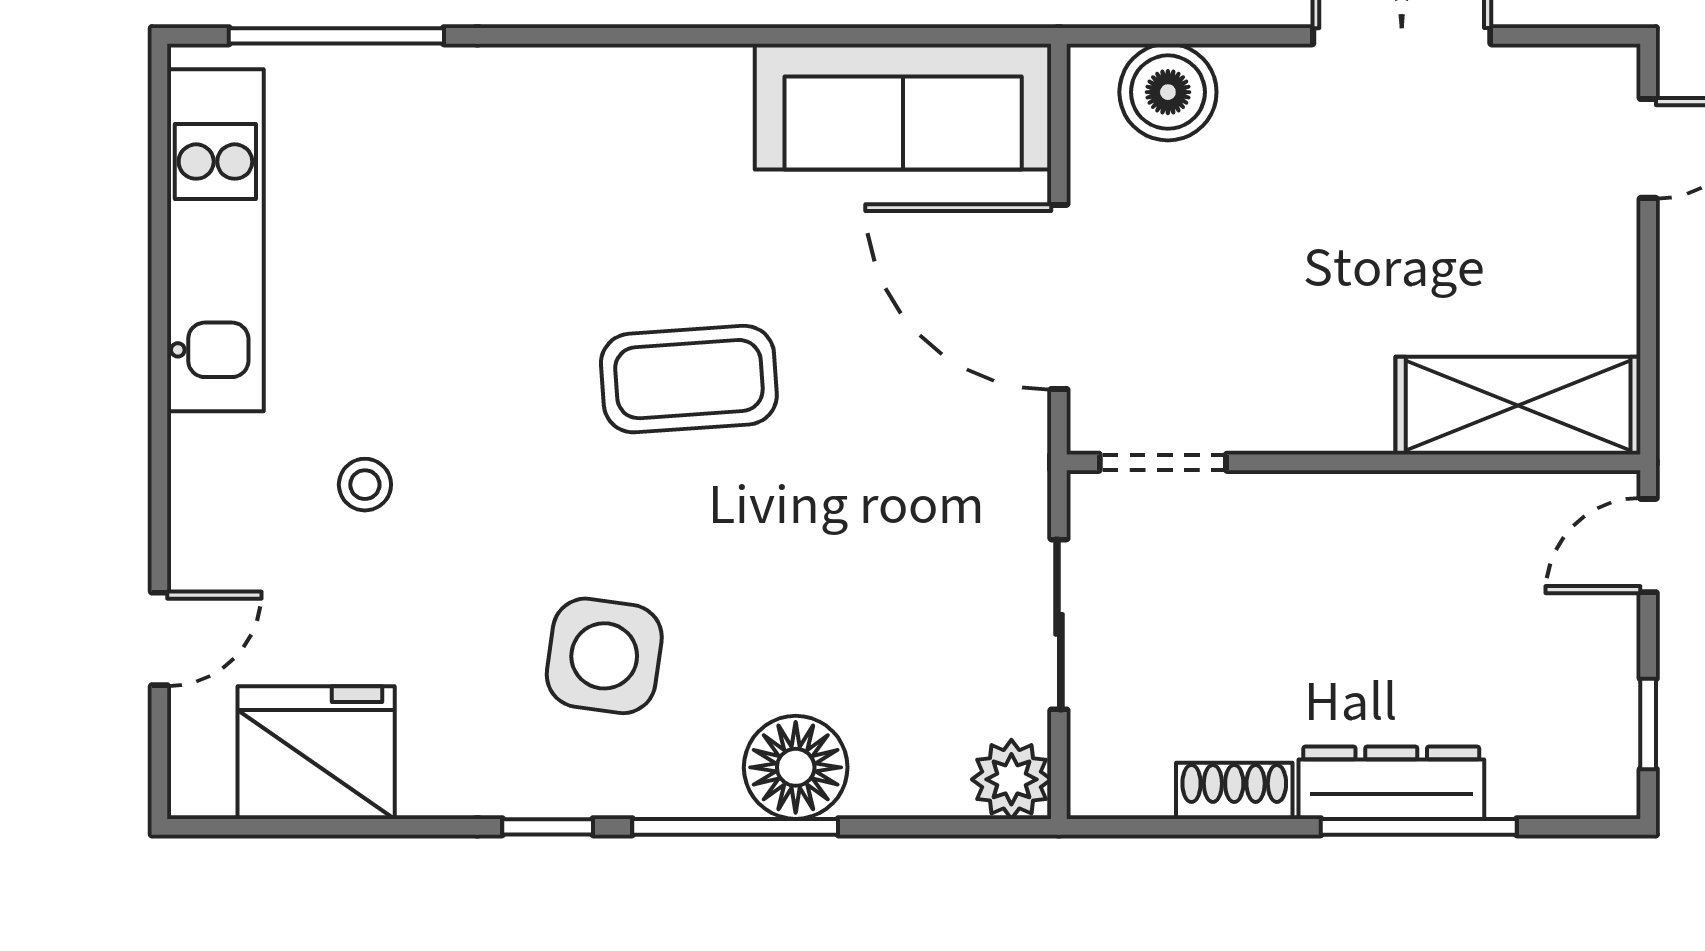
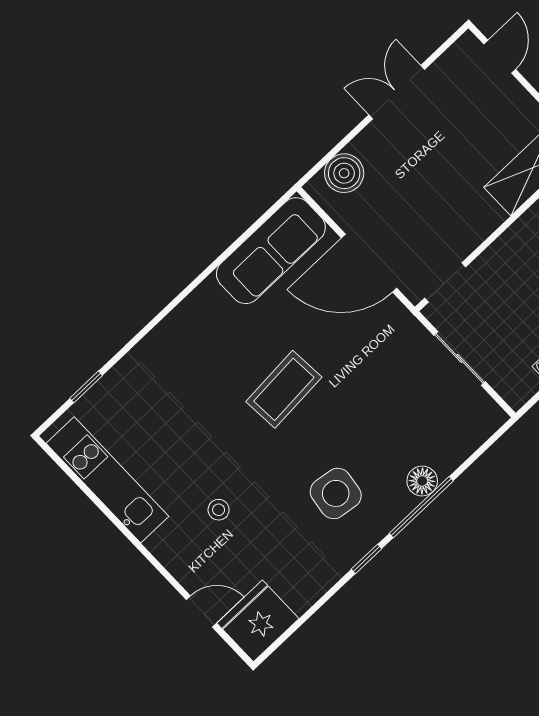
window: (336, 36) -> (86, 387), width x0.46
door: (159, 639) -> (201, 612), hinge flipped
fridge: (316, 753) -> (258, 621), moved
floor lamp: (796, 767) -> (422, 481), width x0.73, depth x0.73
plant: (1011, 779) -> (489, 417), removed

